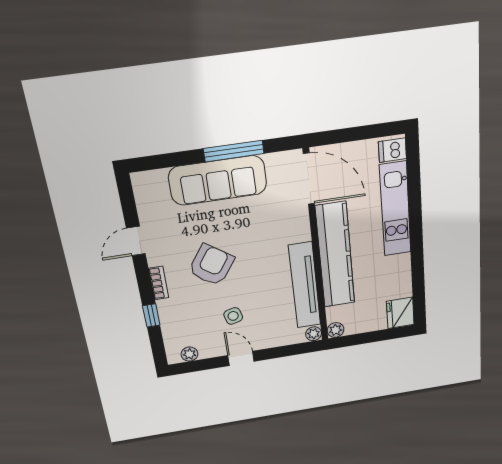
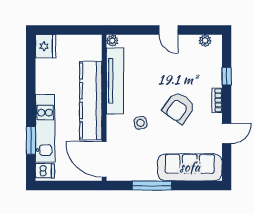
sofa: (218, 180) -> (190, 167), moved
window: (414, 190) -> (31, 140), added
side table: (233, 316) -> (140, 123), moved
plant: (336, 330) -> (96, 41), removed

